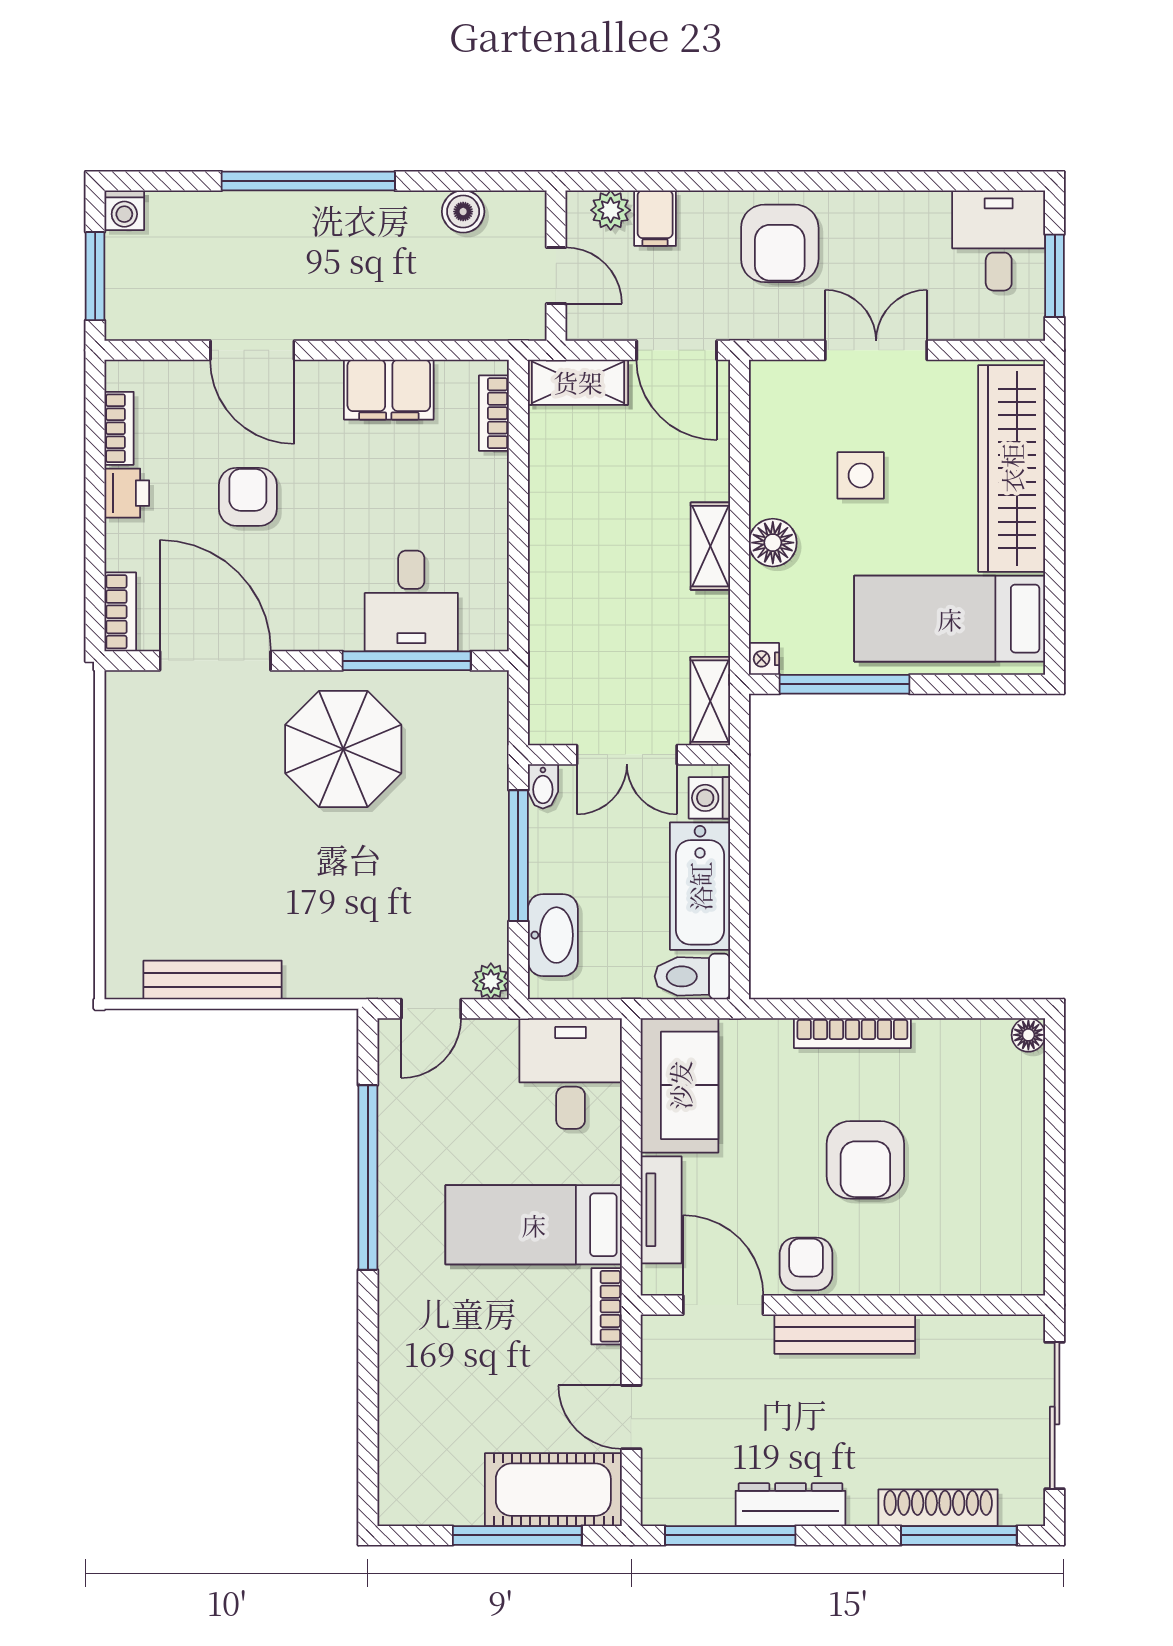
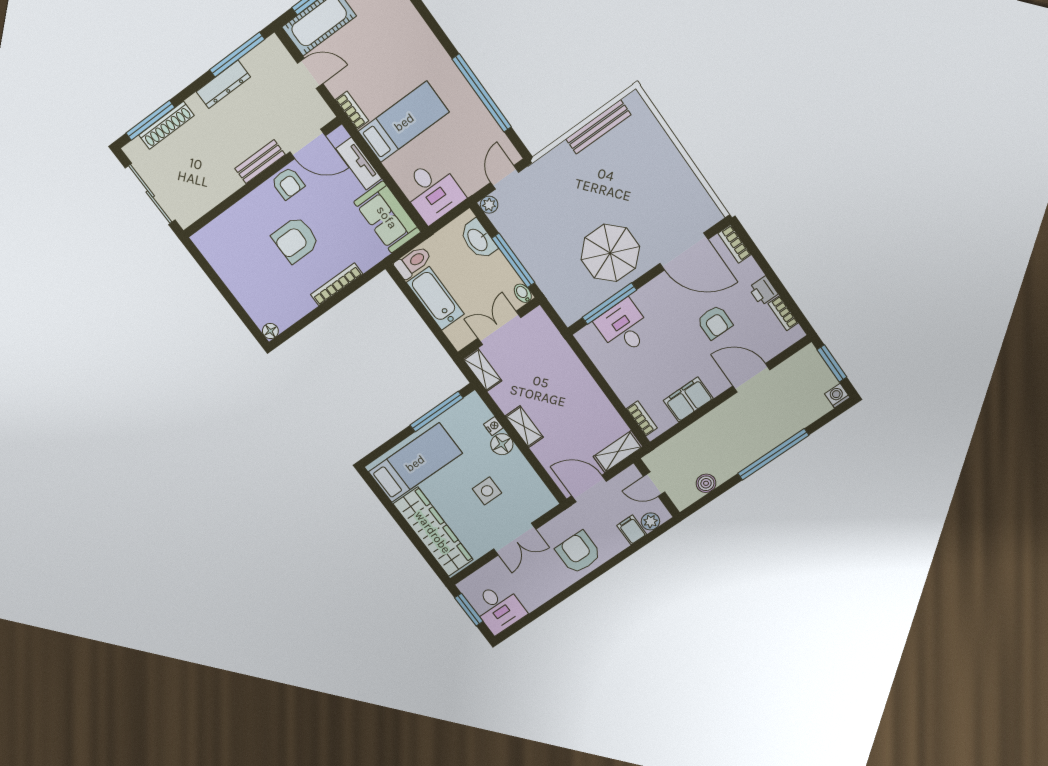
nightstand: (764, 659) -> (493, 426), moved
washing machine: (709, 798) -> (456, 334), removed
armchair: (865, 1160) -> (296, 240), turned -90
bench: (845, 1334) -> (260, 162), width x0.73

